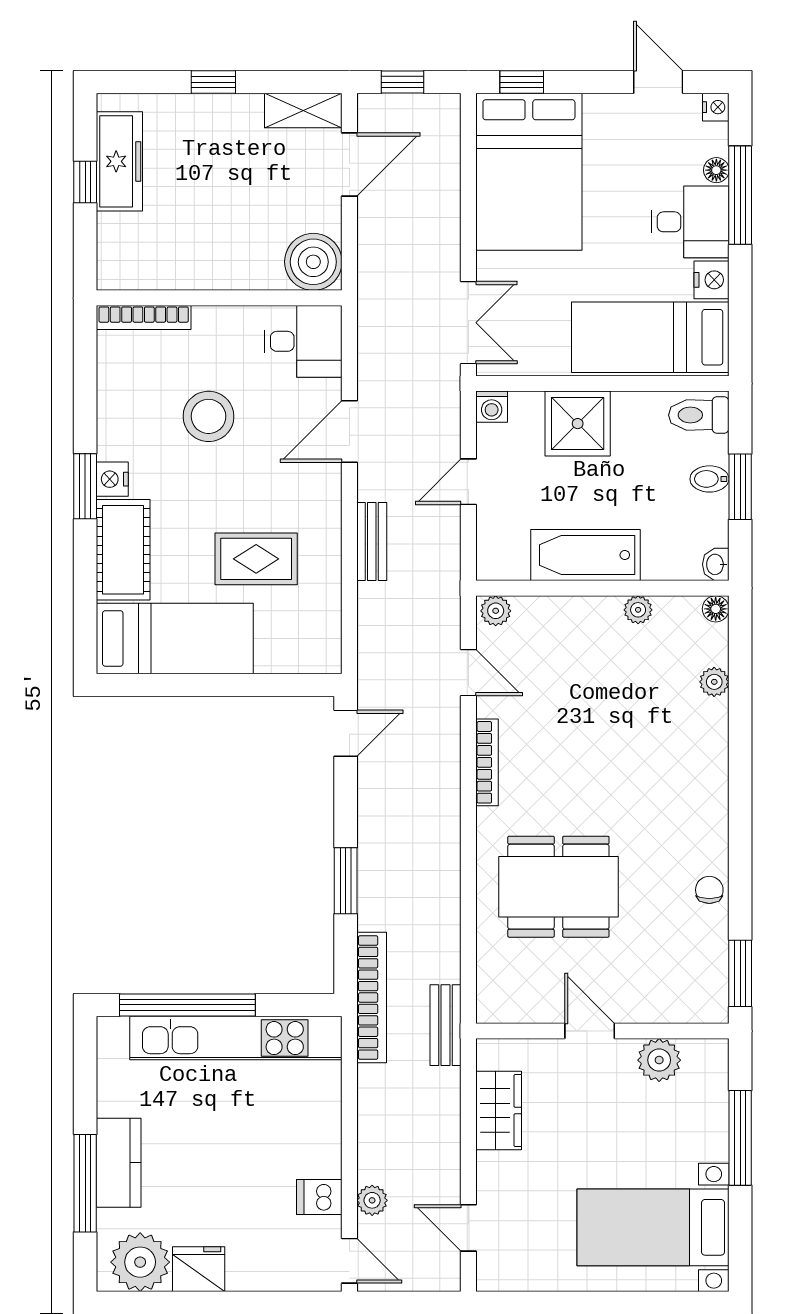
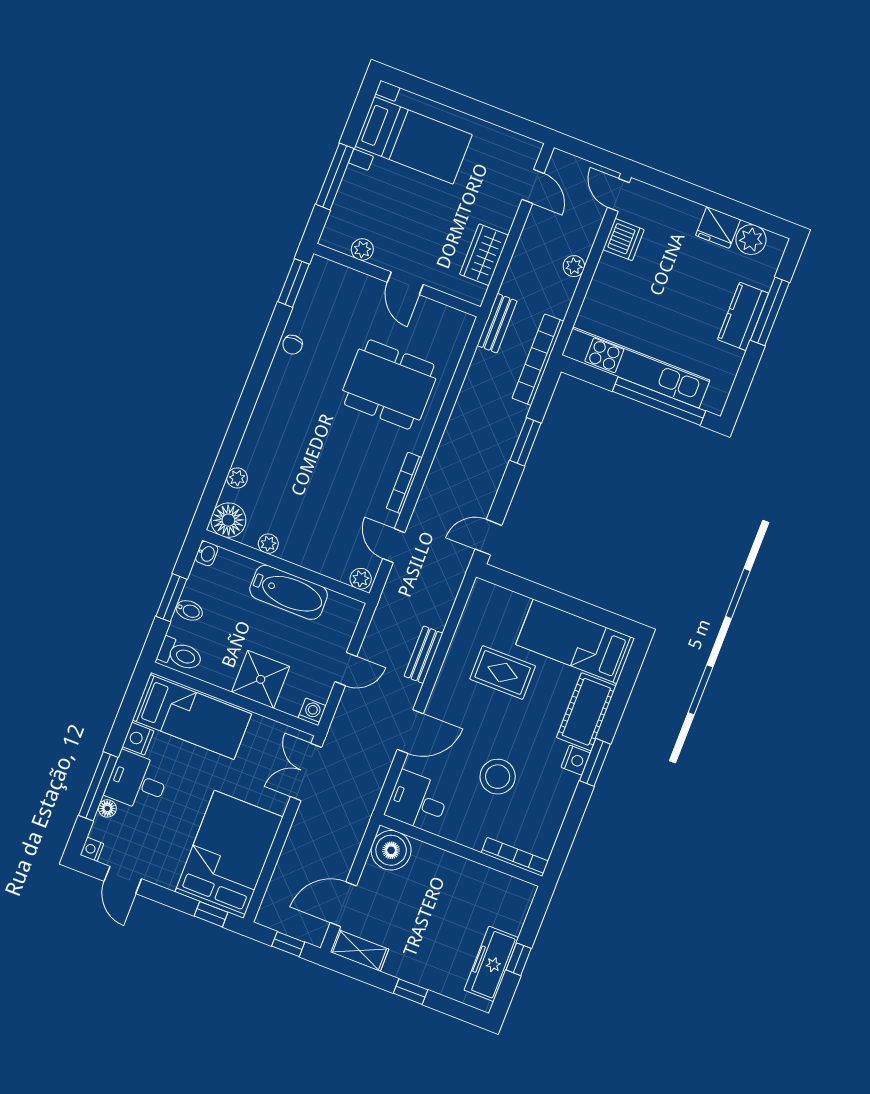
floor lamp: (716, 609) -> (228, 520), width x1.89, depth x1.89
plant: (659, 1060) -> (362, 249), width x0.73, depth x0.73
dishwasher: (319, 1197) -> (624, 240), width x1.38
plant: (372, 1200) -> (574, 266), moved
plant: (140, 1262) -> (751, 240), width x0.73, depth x0.73

